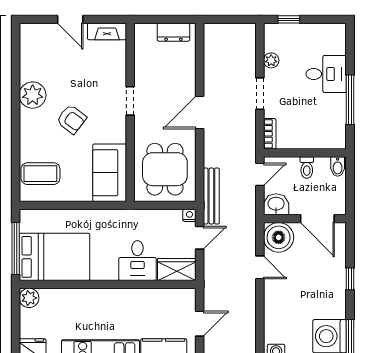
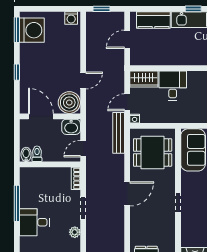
toilet: (307, 167) -> (37, 154), moved
dining table: (165, 169) -> (153, 152), turned 90
door: (260, 267) -> (83, 81), swing flipped

